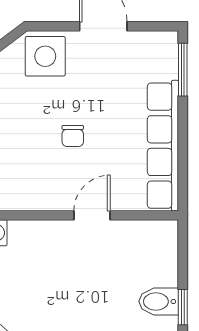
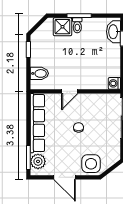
plant: (162, 61) -> (38, 161), added
bidet: (159, 301) -> (39, 73), moved

